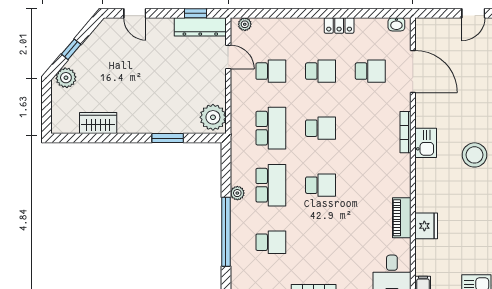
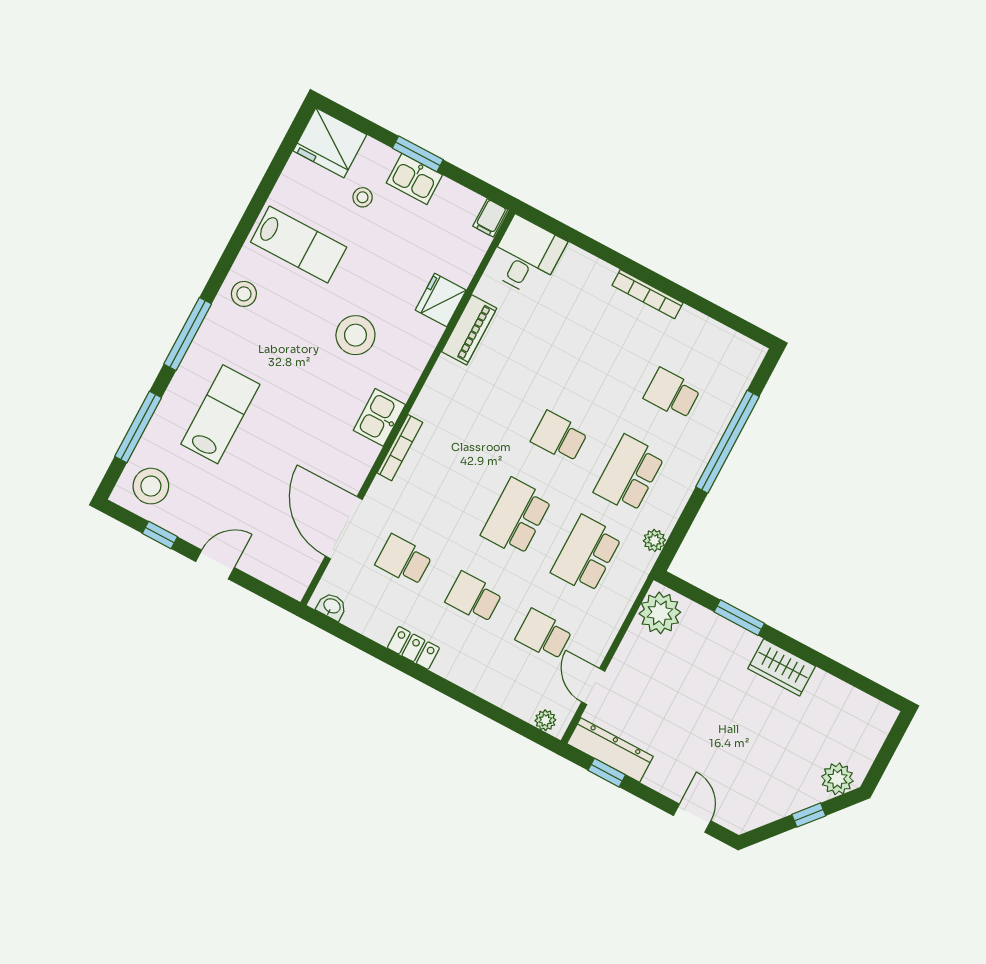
wardrobe: (98, 123) -> (782, 667), moved
school desk: (321, 128) -> (516, 517), width x1.85
stool: (474, 155) -> (355, 335), moved
plant: (237, 193) -> (654, 540), moved

